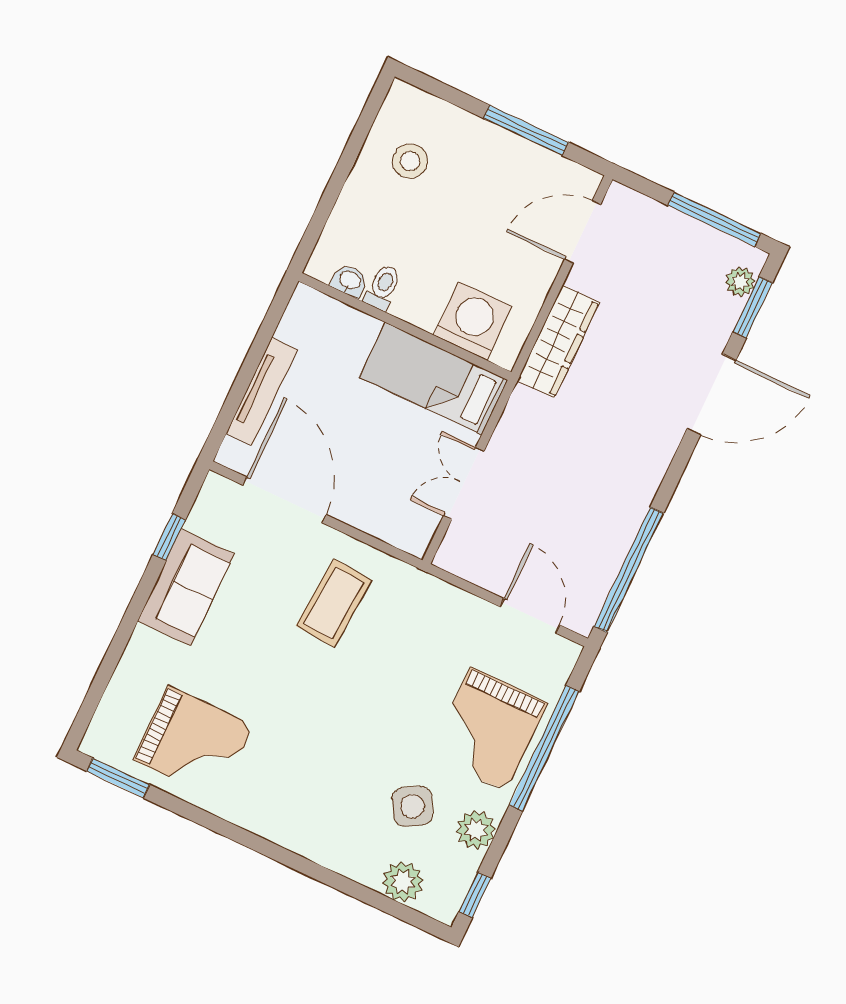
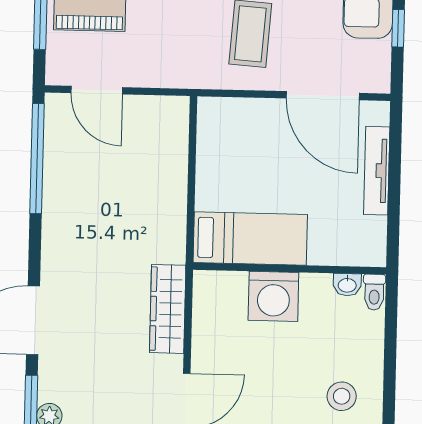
toilet: (383, 287) -> (374, 292), moved
washing machine: (473, 321) -> (273, 296), moved
double door: (464, 483) -> (192, 169), removed

